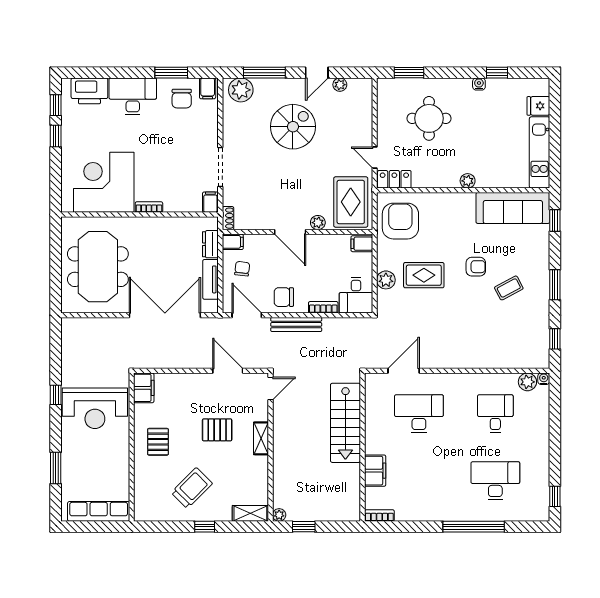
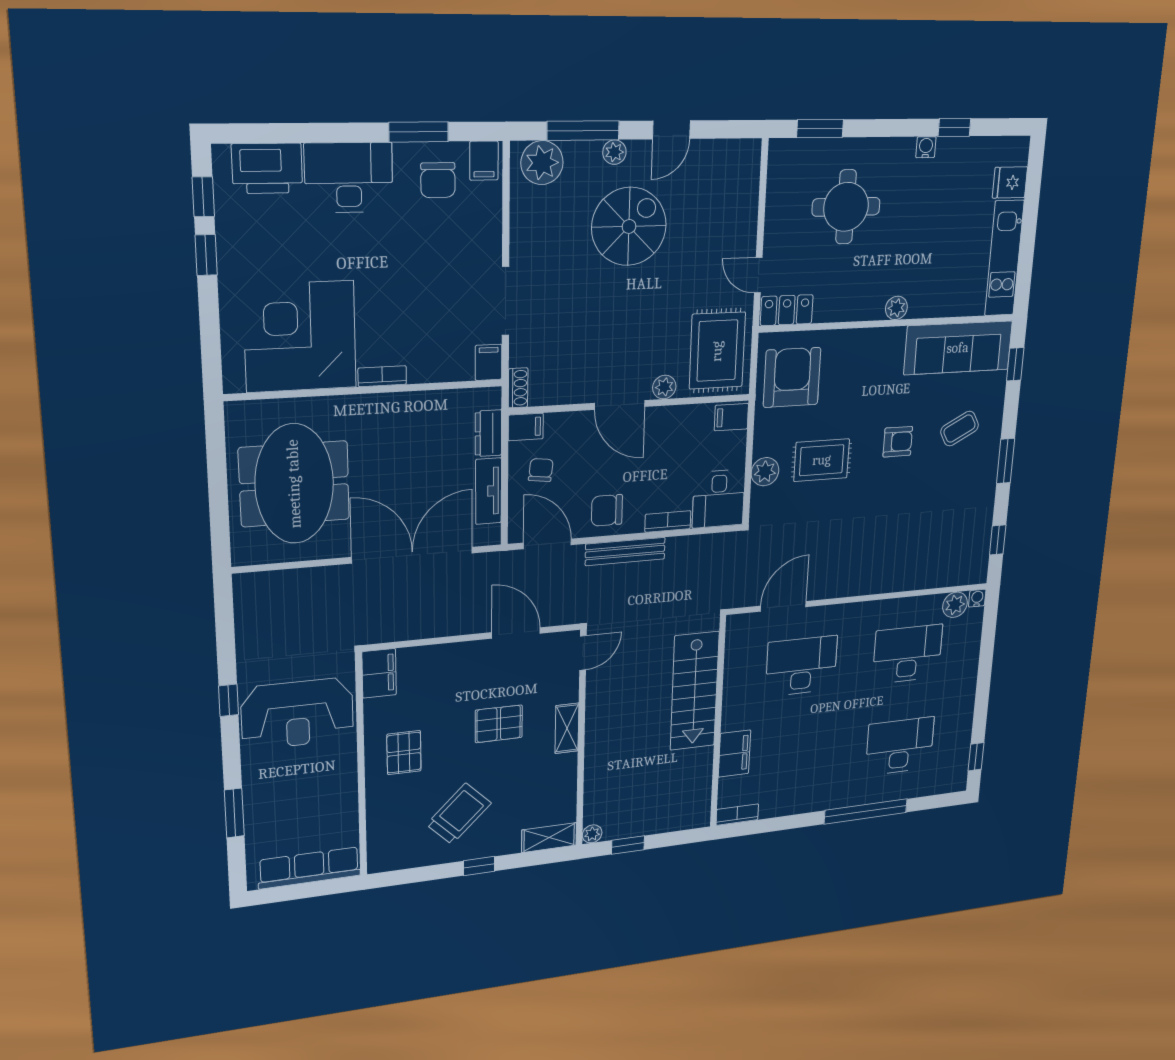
plant: (340, 85) -> (614, 152), moved
coffee table: (509, 288) -> (960, 429), moved
desk: (495, 414) -> (907, 654), width x1.37

